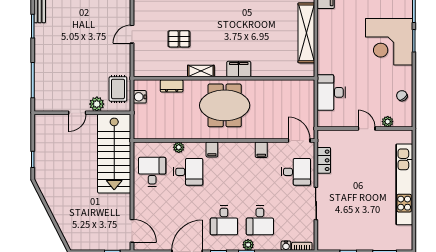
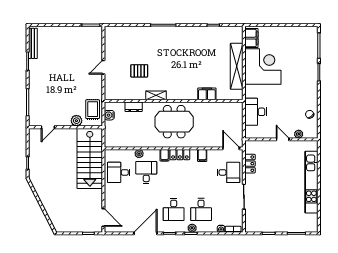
corner desk: (389, 42) -> (263, 66), moved, turned 180
filing cabinet: (239, 69) -> (207, 94), moved
door: (77, 113) -> (48, 127), moved
locker: (232, 149) -> (180, 155), added
desk: (152, 172) -> (119, 172), turned -90
desk: (188, 172) -> (146, 172), turned -90

